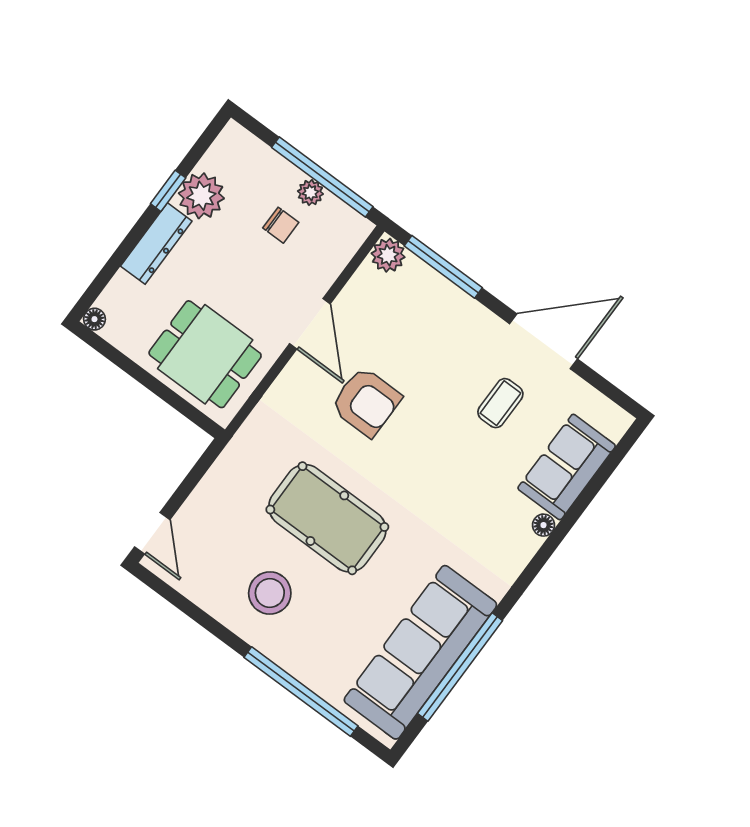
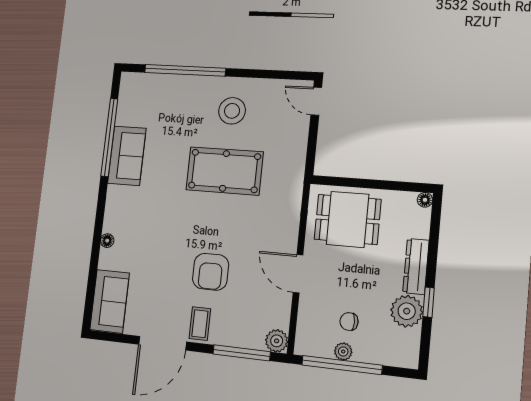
armchair: (366, 402) -> (211, 272), moved, turned -90
coffee table: (500, 403) -> (200, 324), moved
sofa: (567, 467) -> (110, 301), moved
sofa: (420, 652) -> (127, 156), width x0.54, depth x0.79

